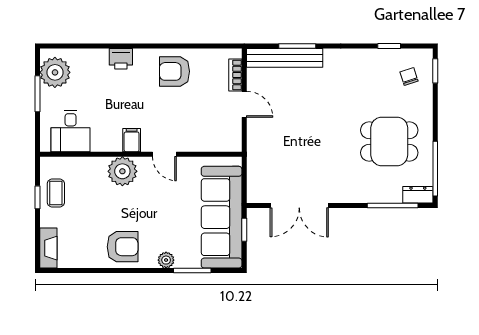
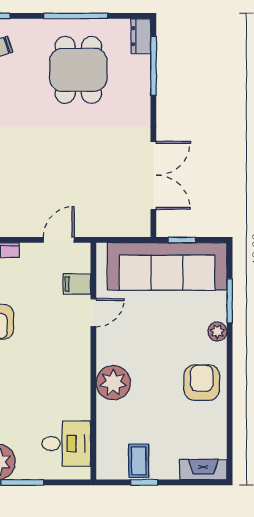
door: (244, 104) -> (59, 240), moved
filing cabinet: (132, 140) -> (77, 284), moved
door: (164, 154) -> (93, 313), moved
window: (435, 169) -> (76, 16), moved
coffee table: (56, 193) -> (139, 461), turned 90

